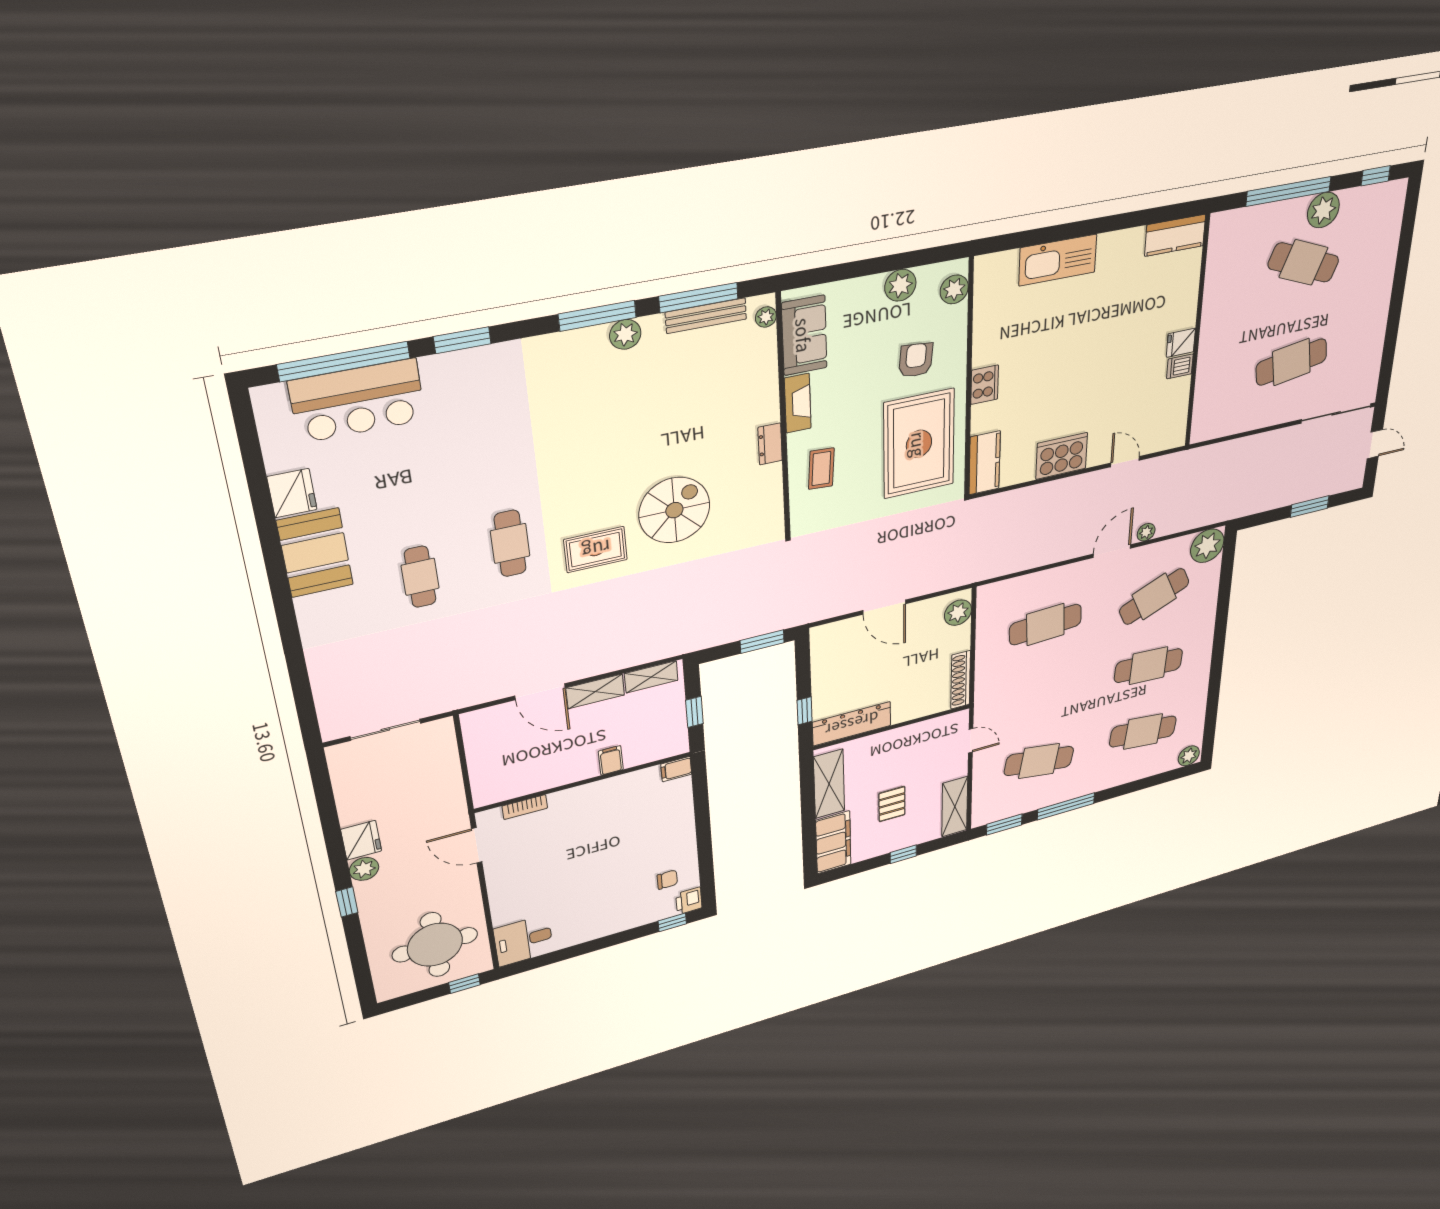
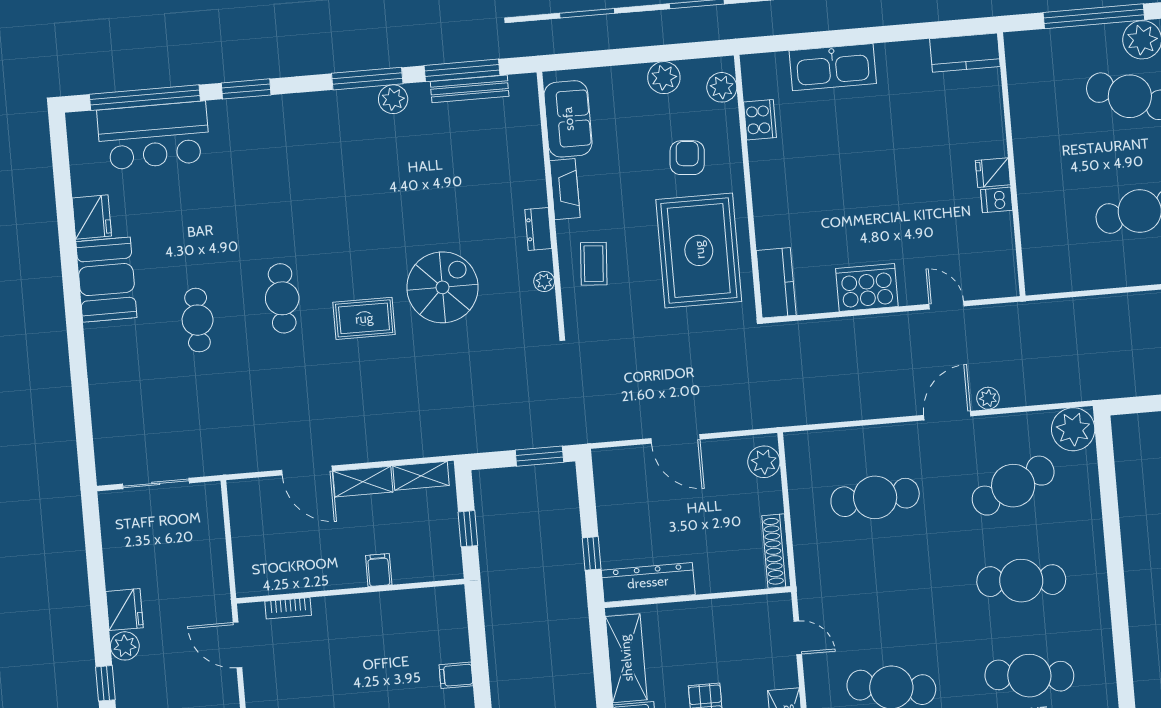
plant: (766, 317) -> (544, 281), moved
cooker: (985, 385) -> (760, 120), moved
filing cabinet: (676, 769) -> (456, 675), moved

